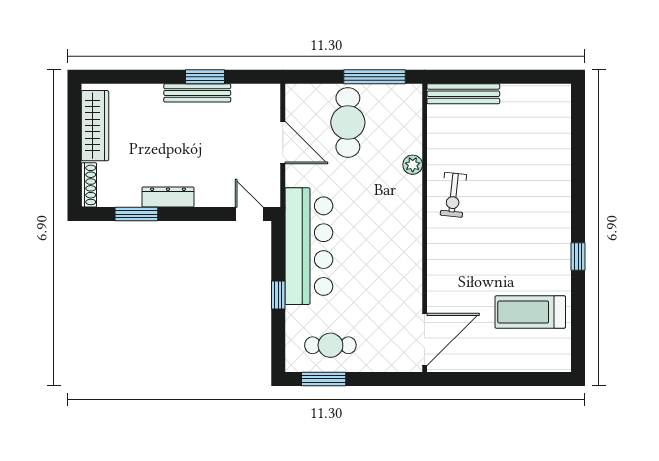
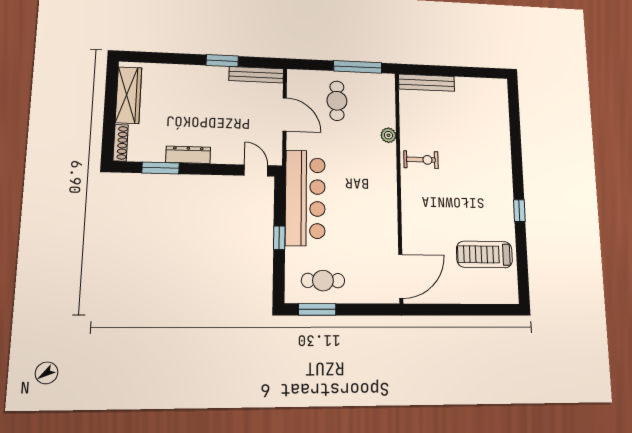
bench: (197, 93) -> (256, 75), moved
cafe table: (348, 122) -> (337, 101), width x0.73, depth x0.74
exercise bike: (453, 195) -> (421, 160), turned -96

